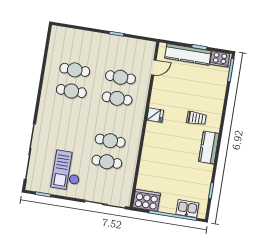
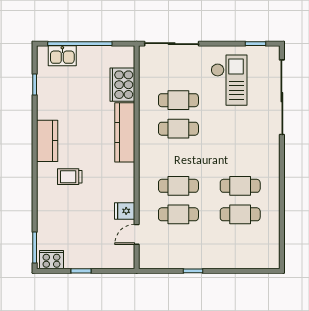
kitchen counter: (188, 54) -> (125, 132), moved, turned -90
fridge: (155, 115) -> (125, 211), moved
cooker: (146, 200) -> (122, 85), moved, turned 90

